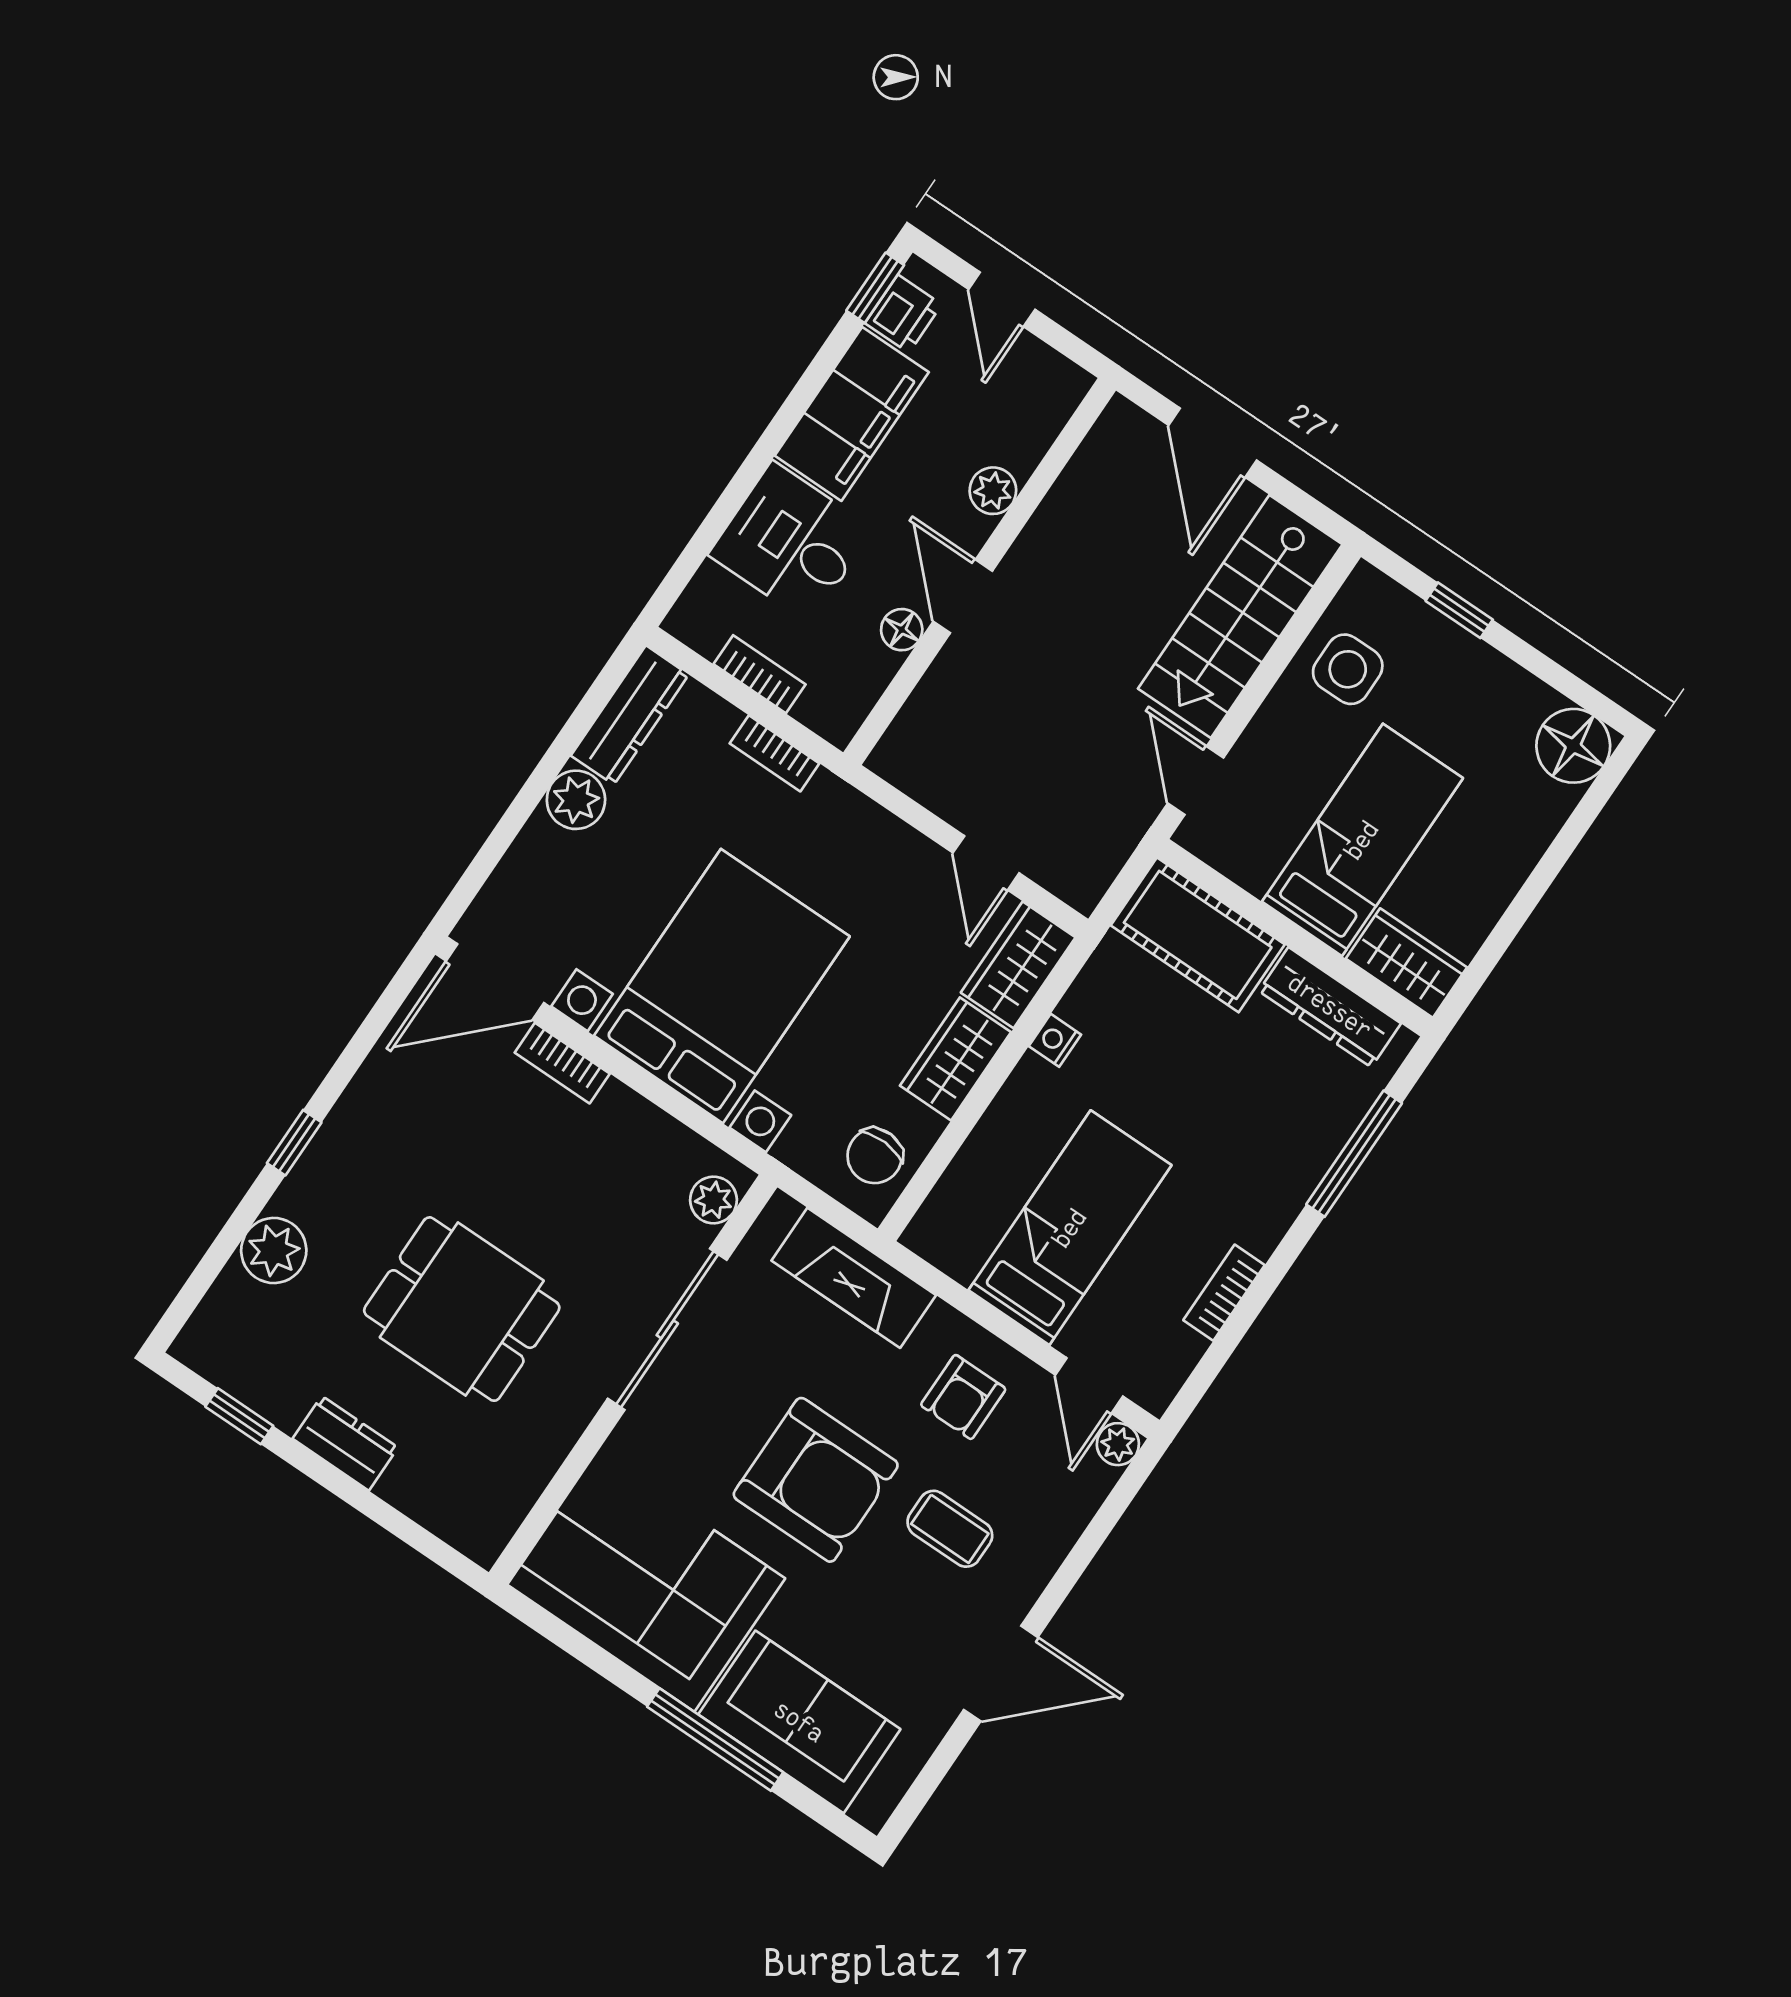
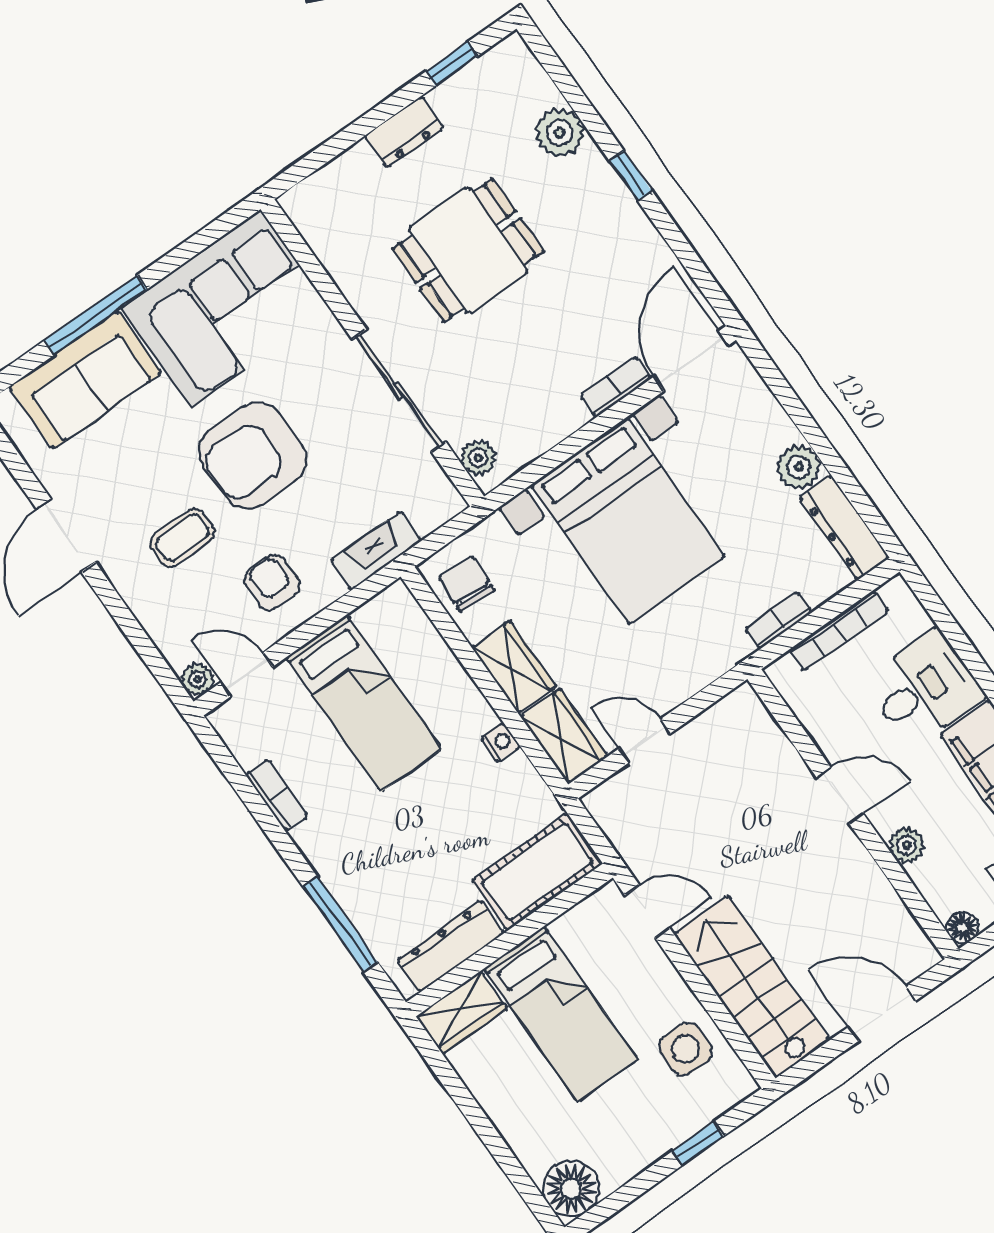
floor lamp: (902, 630) -> (963, 928), moved
bookcase: (760, 674) -> (839, 631), width x1.56
fireplace: (854, 1278) -> (376, 550), width x0.73, depth x0.76

